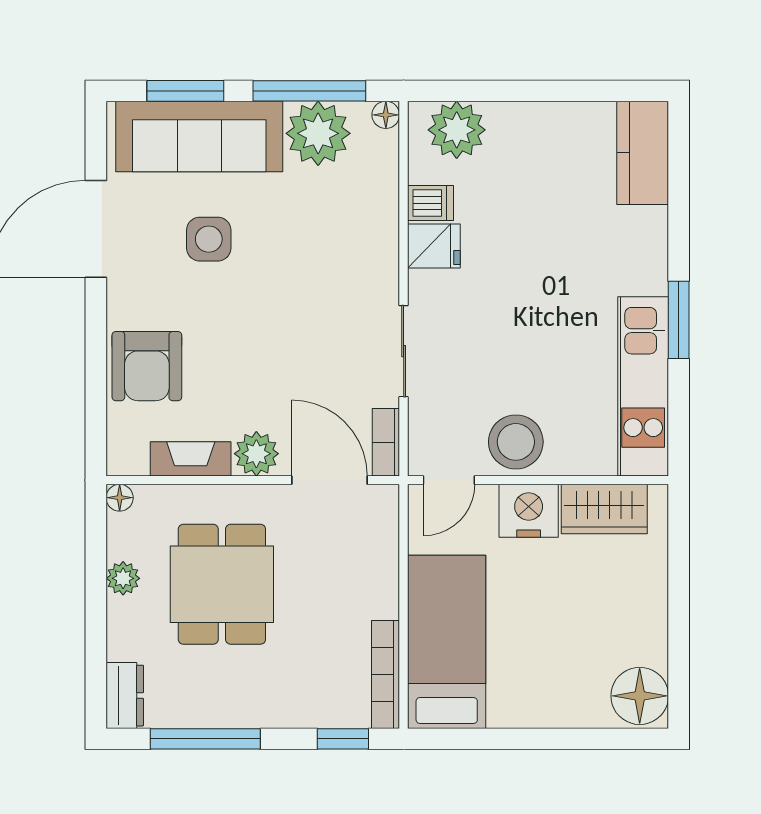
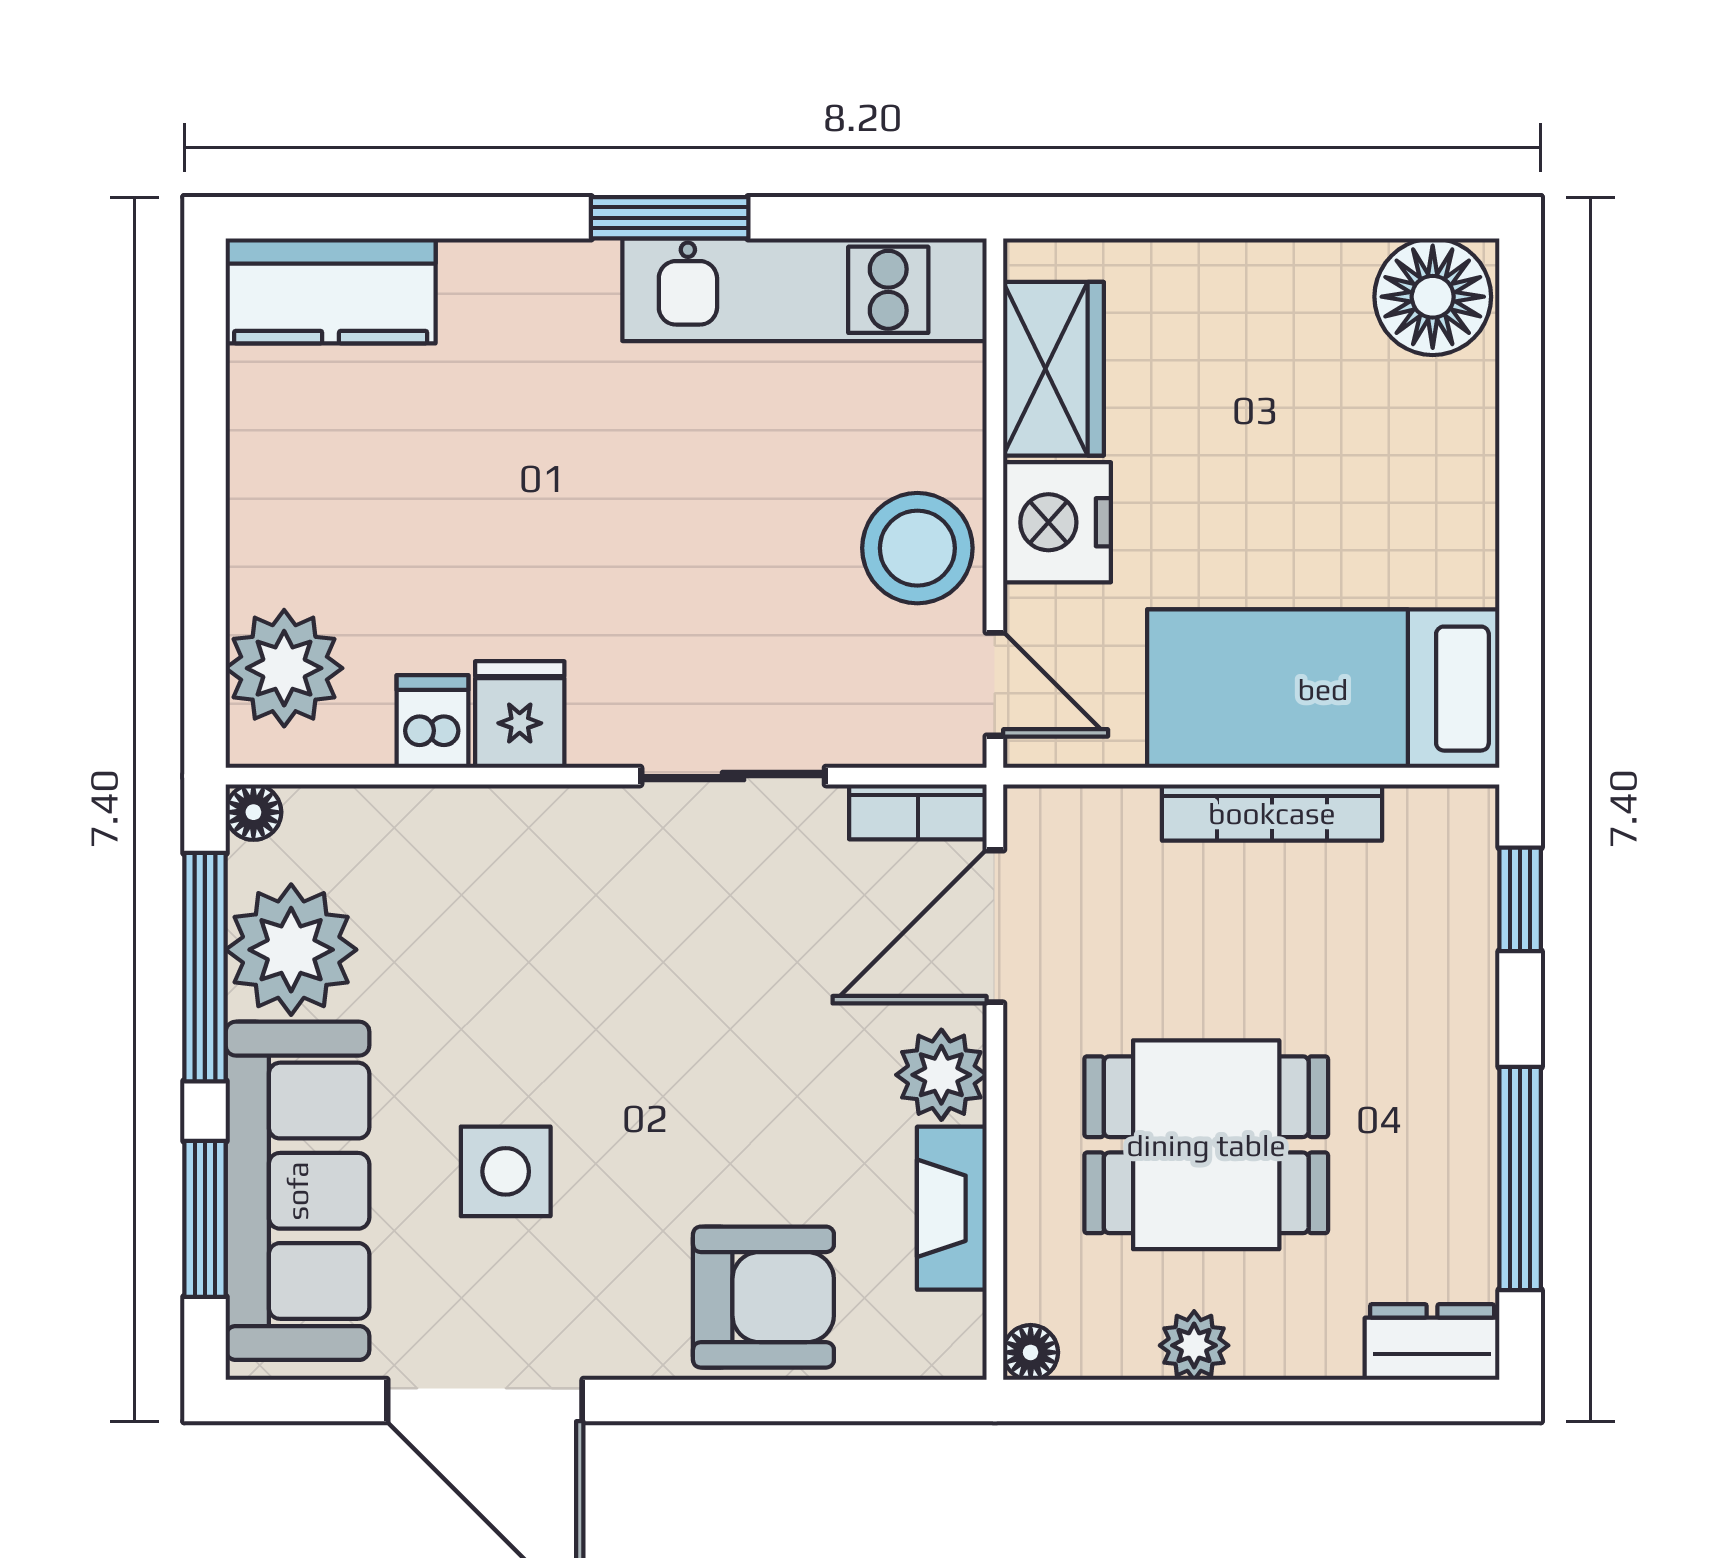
bookcase: (386, 674) -> (1272, 813), moved

